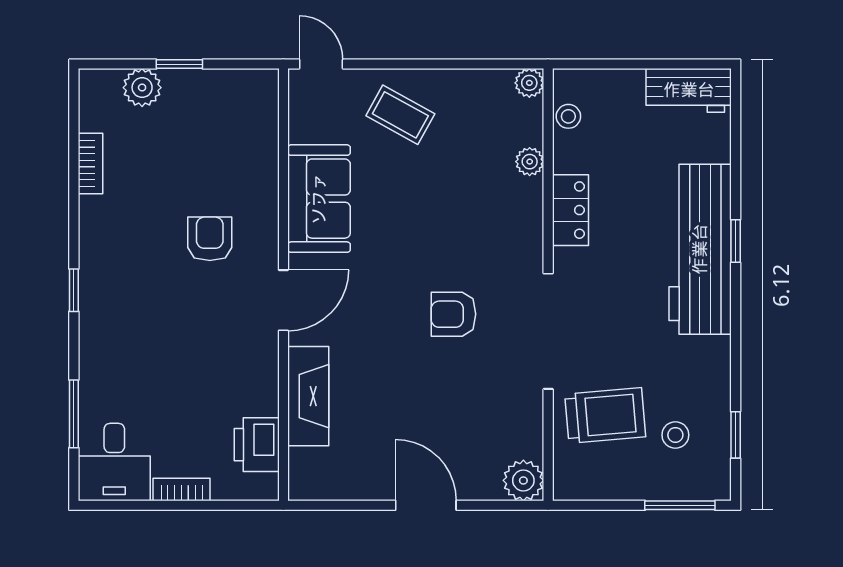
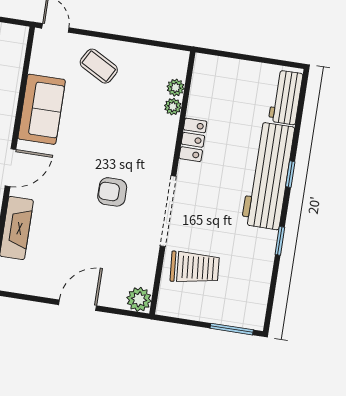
plant: (529, 83) -> (176, 88), moved
workbench: (689, 90) -> (286, 97), moved, turned 90
stool: (568, 116) -> (201, 83), removed
stool: (675, 435) -> (235, 286), removed
window: (736, 435) -> (280, 241), moved
door: (426, 505) -> (78, 305), hinge flipped

